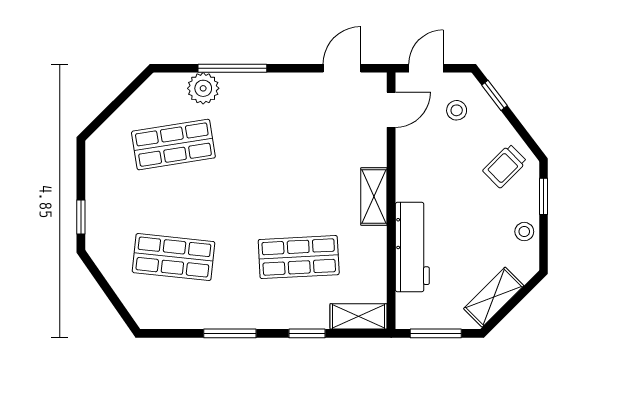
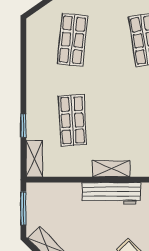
workbench: (412, 247) -> (111, 193), moved
window: (230, 333) -> (23, 76), removed

